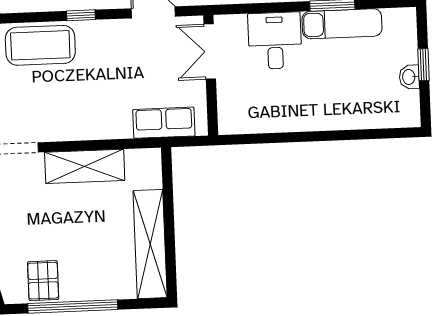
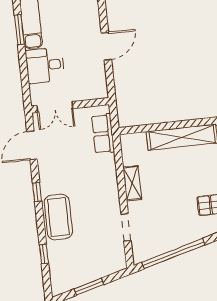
door: (298, 137) -> (106, 46), added
shelving: (85, 166) -> (132, 183), width x0.67, depth x0.75

